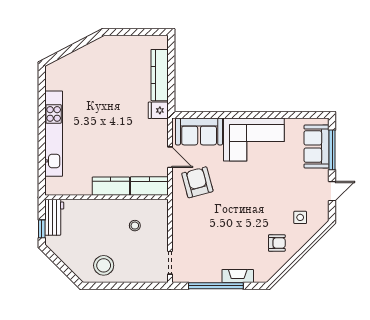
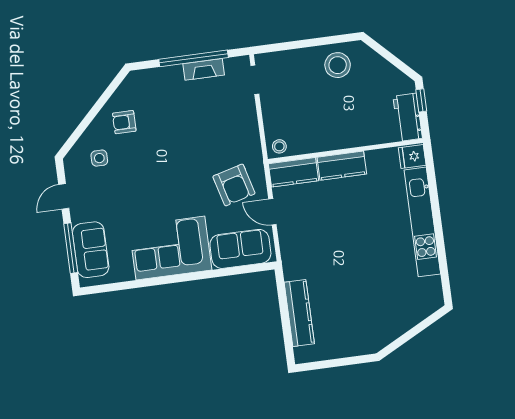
fridge: (158, 110) -> (412, 157), moved, turned 180
stool: (135, 226) -> (279, 146), moved
fireplace: (238, 276) -> (204, 69), moved

